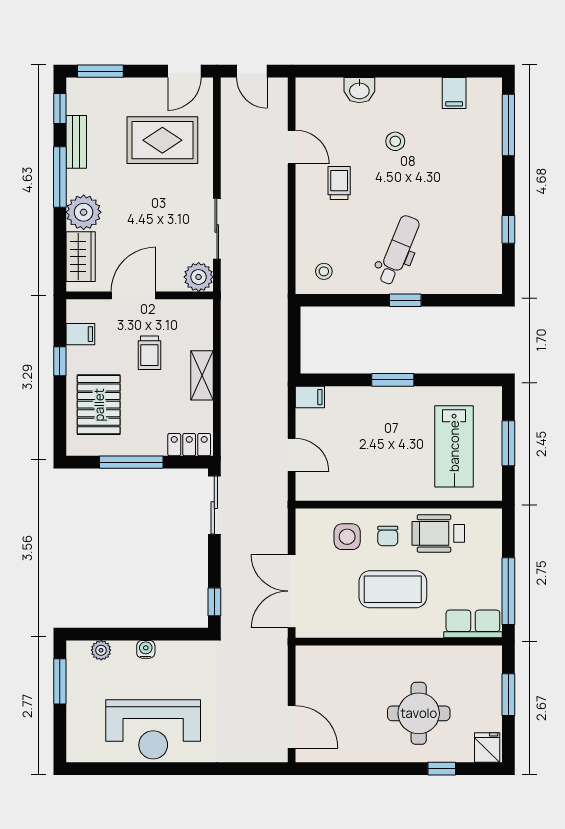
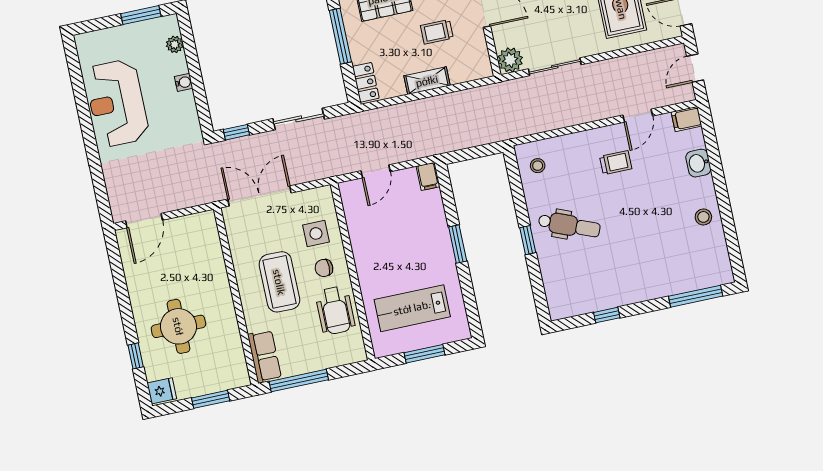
filing cabinet: (454, 93) -> (687, 119), moved
stool: (395, 141) -> (703, 217), moved
sliding door: (214, 505) -> (299, 119), moved
wheelchair: (438, 533) -> (335, 310), turned 180

